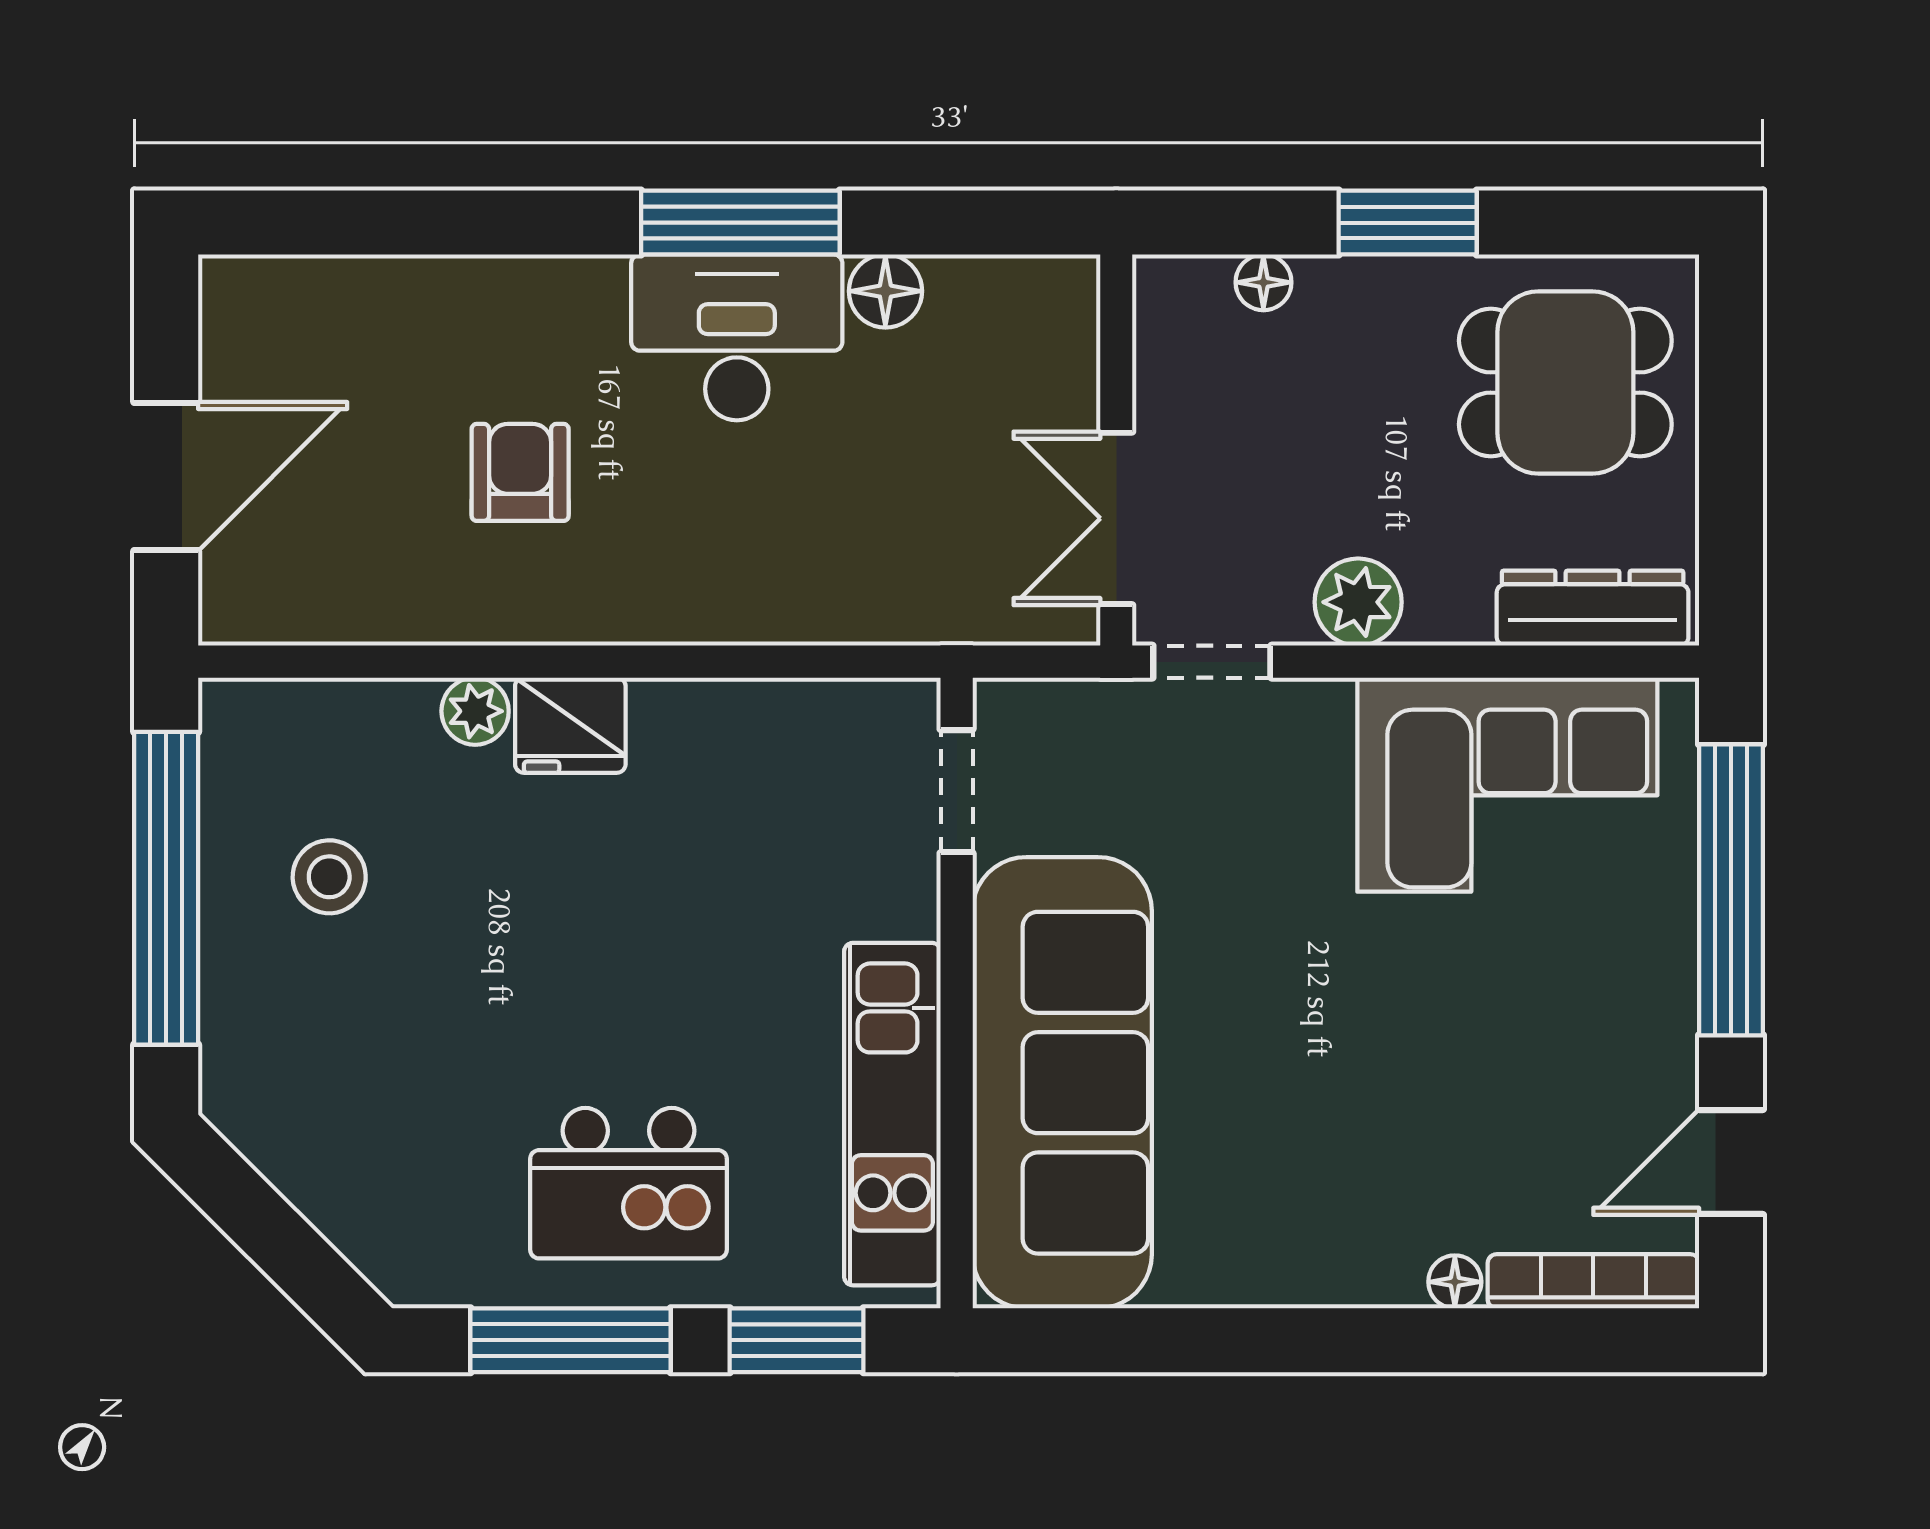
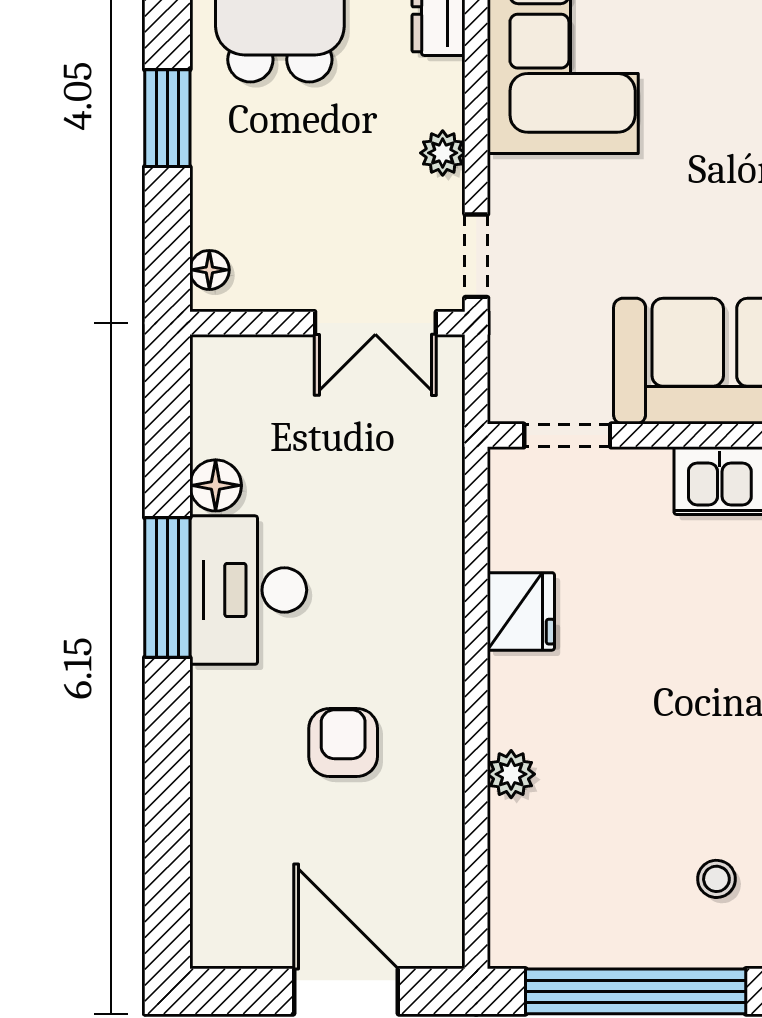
floor lamp: (1263, 282) -> (209, 270), moved
armchair: (520, 472) -> (343, 742), turned 90
plant: (1358, 602) -> (443, 153), width x0.73, depth x0.73
fridge: (570, 725) -> (521, 611), moved
stool: (329, 877) -> (716, 879), moved, width x0.73, depth x0.73

